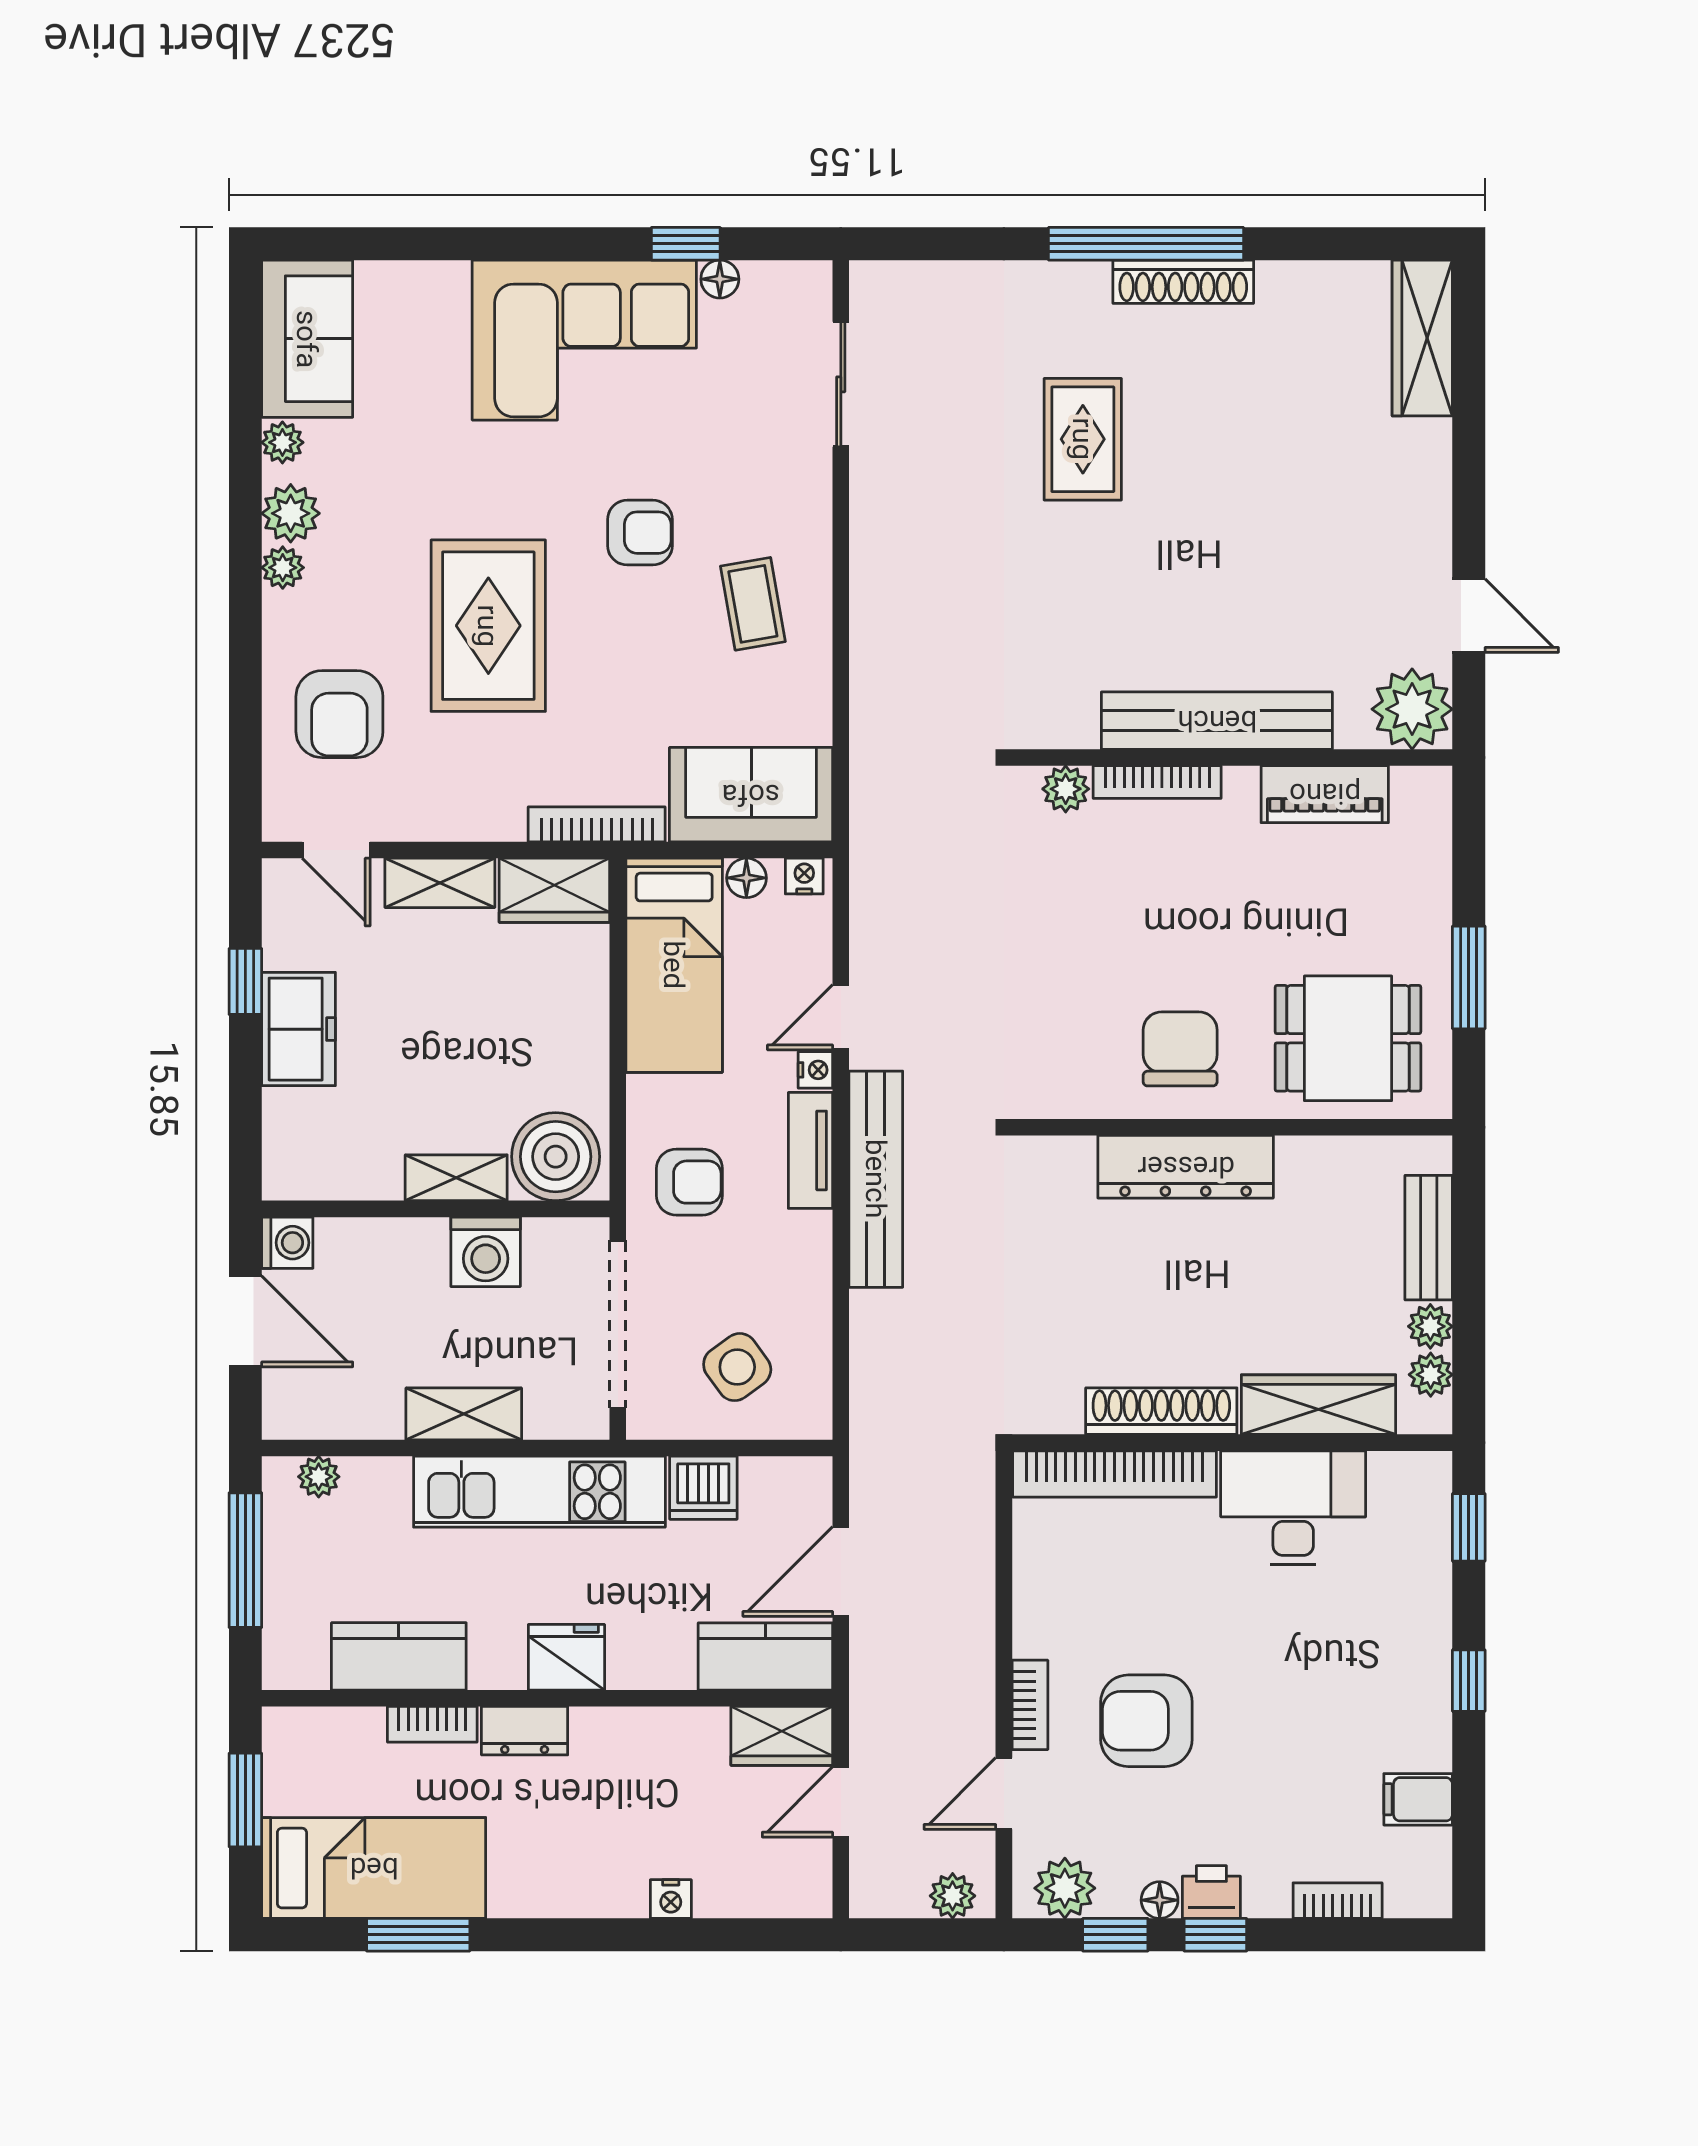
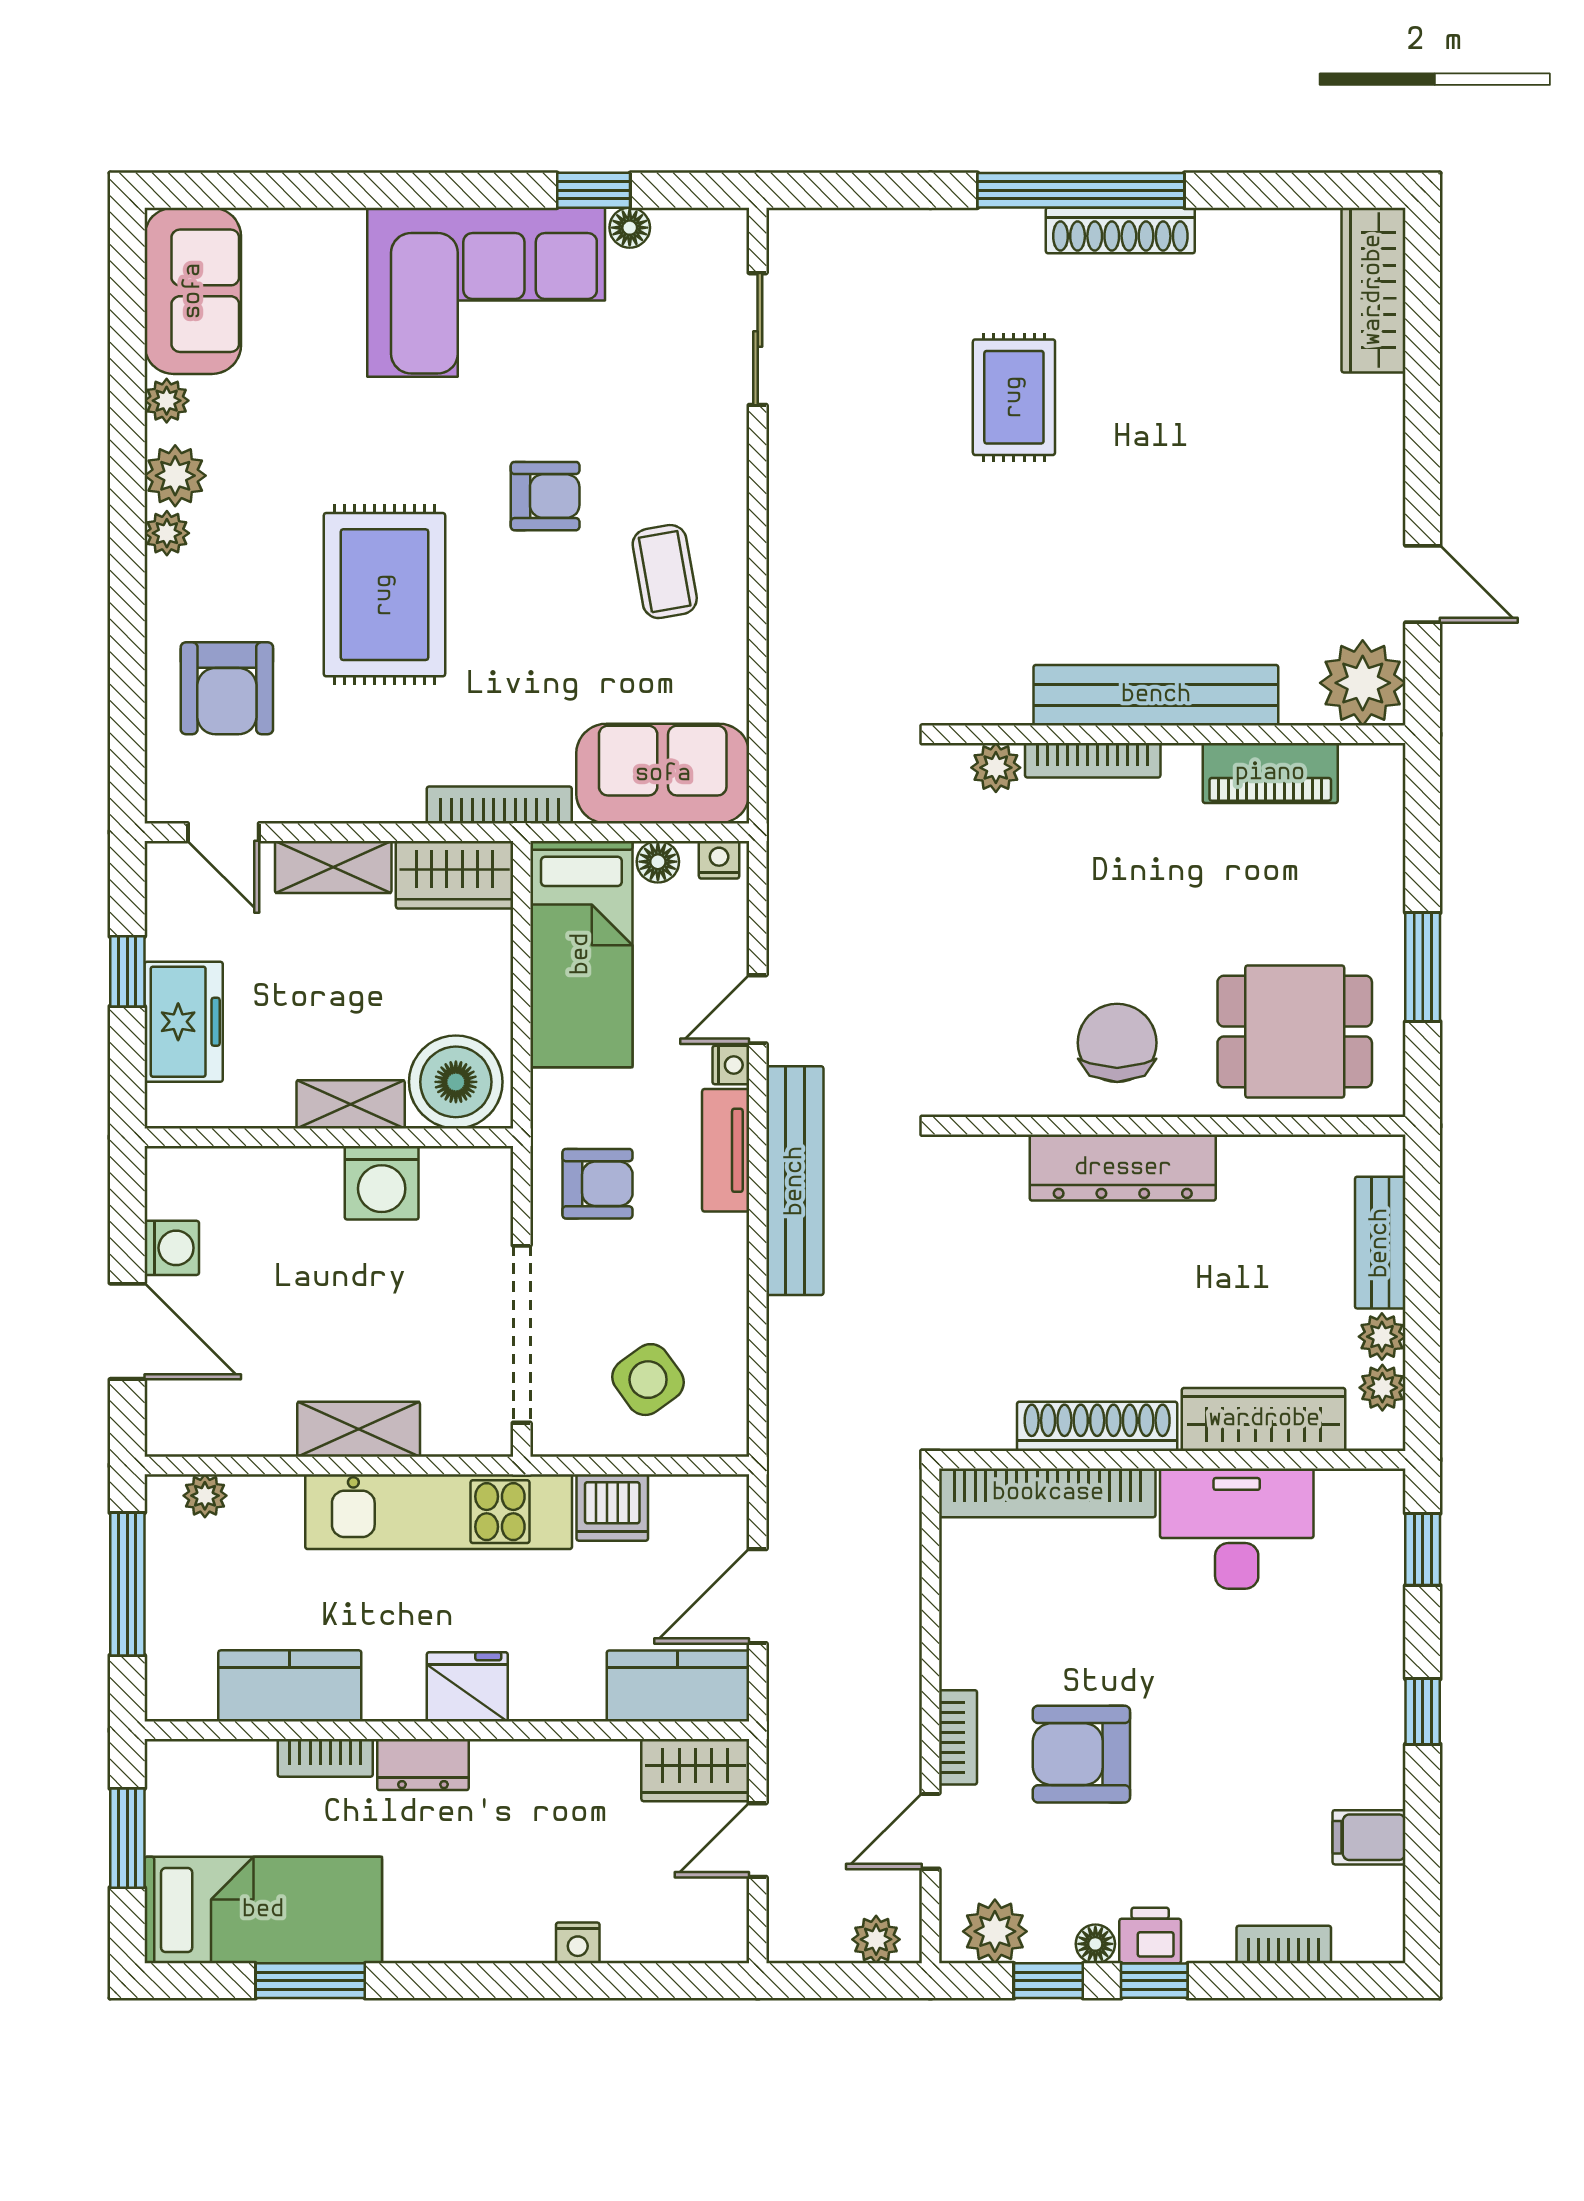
boiler: (556, 1157) -> (456, 1082), moved
shelving: (456, 1178) -> (351, 1104), moved
wall: (436, 1209) -> (329, 1137), moved
washing machine: (486, 1252) -> (382, 1183), moved

